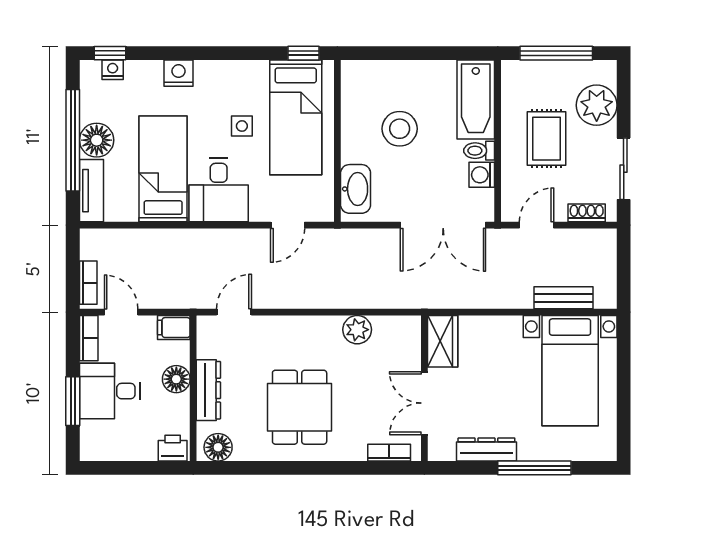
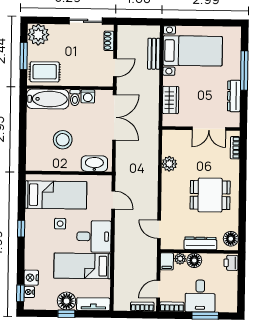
window: (303, 53) -> (21, 229), moved
window: (556, 53) -> (24, 56), width x0.69
nightstand: (179, 73) -> (31, 278), moved
plant: (597, 105) -> (38, 35), moved
rug: (547, 139) -> (45, 72), moved
window: (73, 140) -> (66, 314), width x0.32
door: (537, 225) -> (115, 68), swing flipped
wardrobe: (443, 341) -> (171, 100), moved, turned 90
plant: (179, 353) -> (180, 259), added

